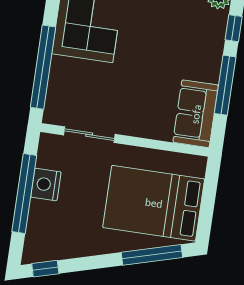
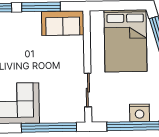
nightstand: (46, 184) -> (140, 113), moved

